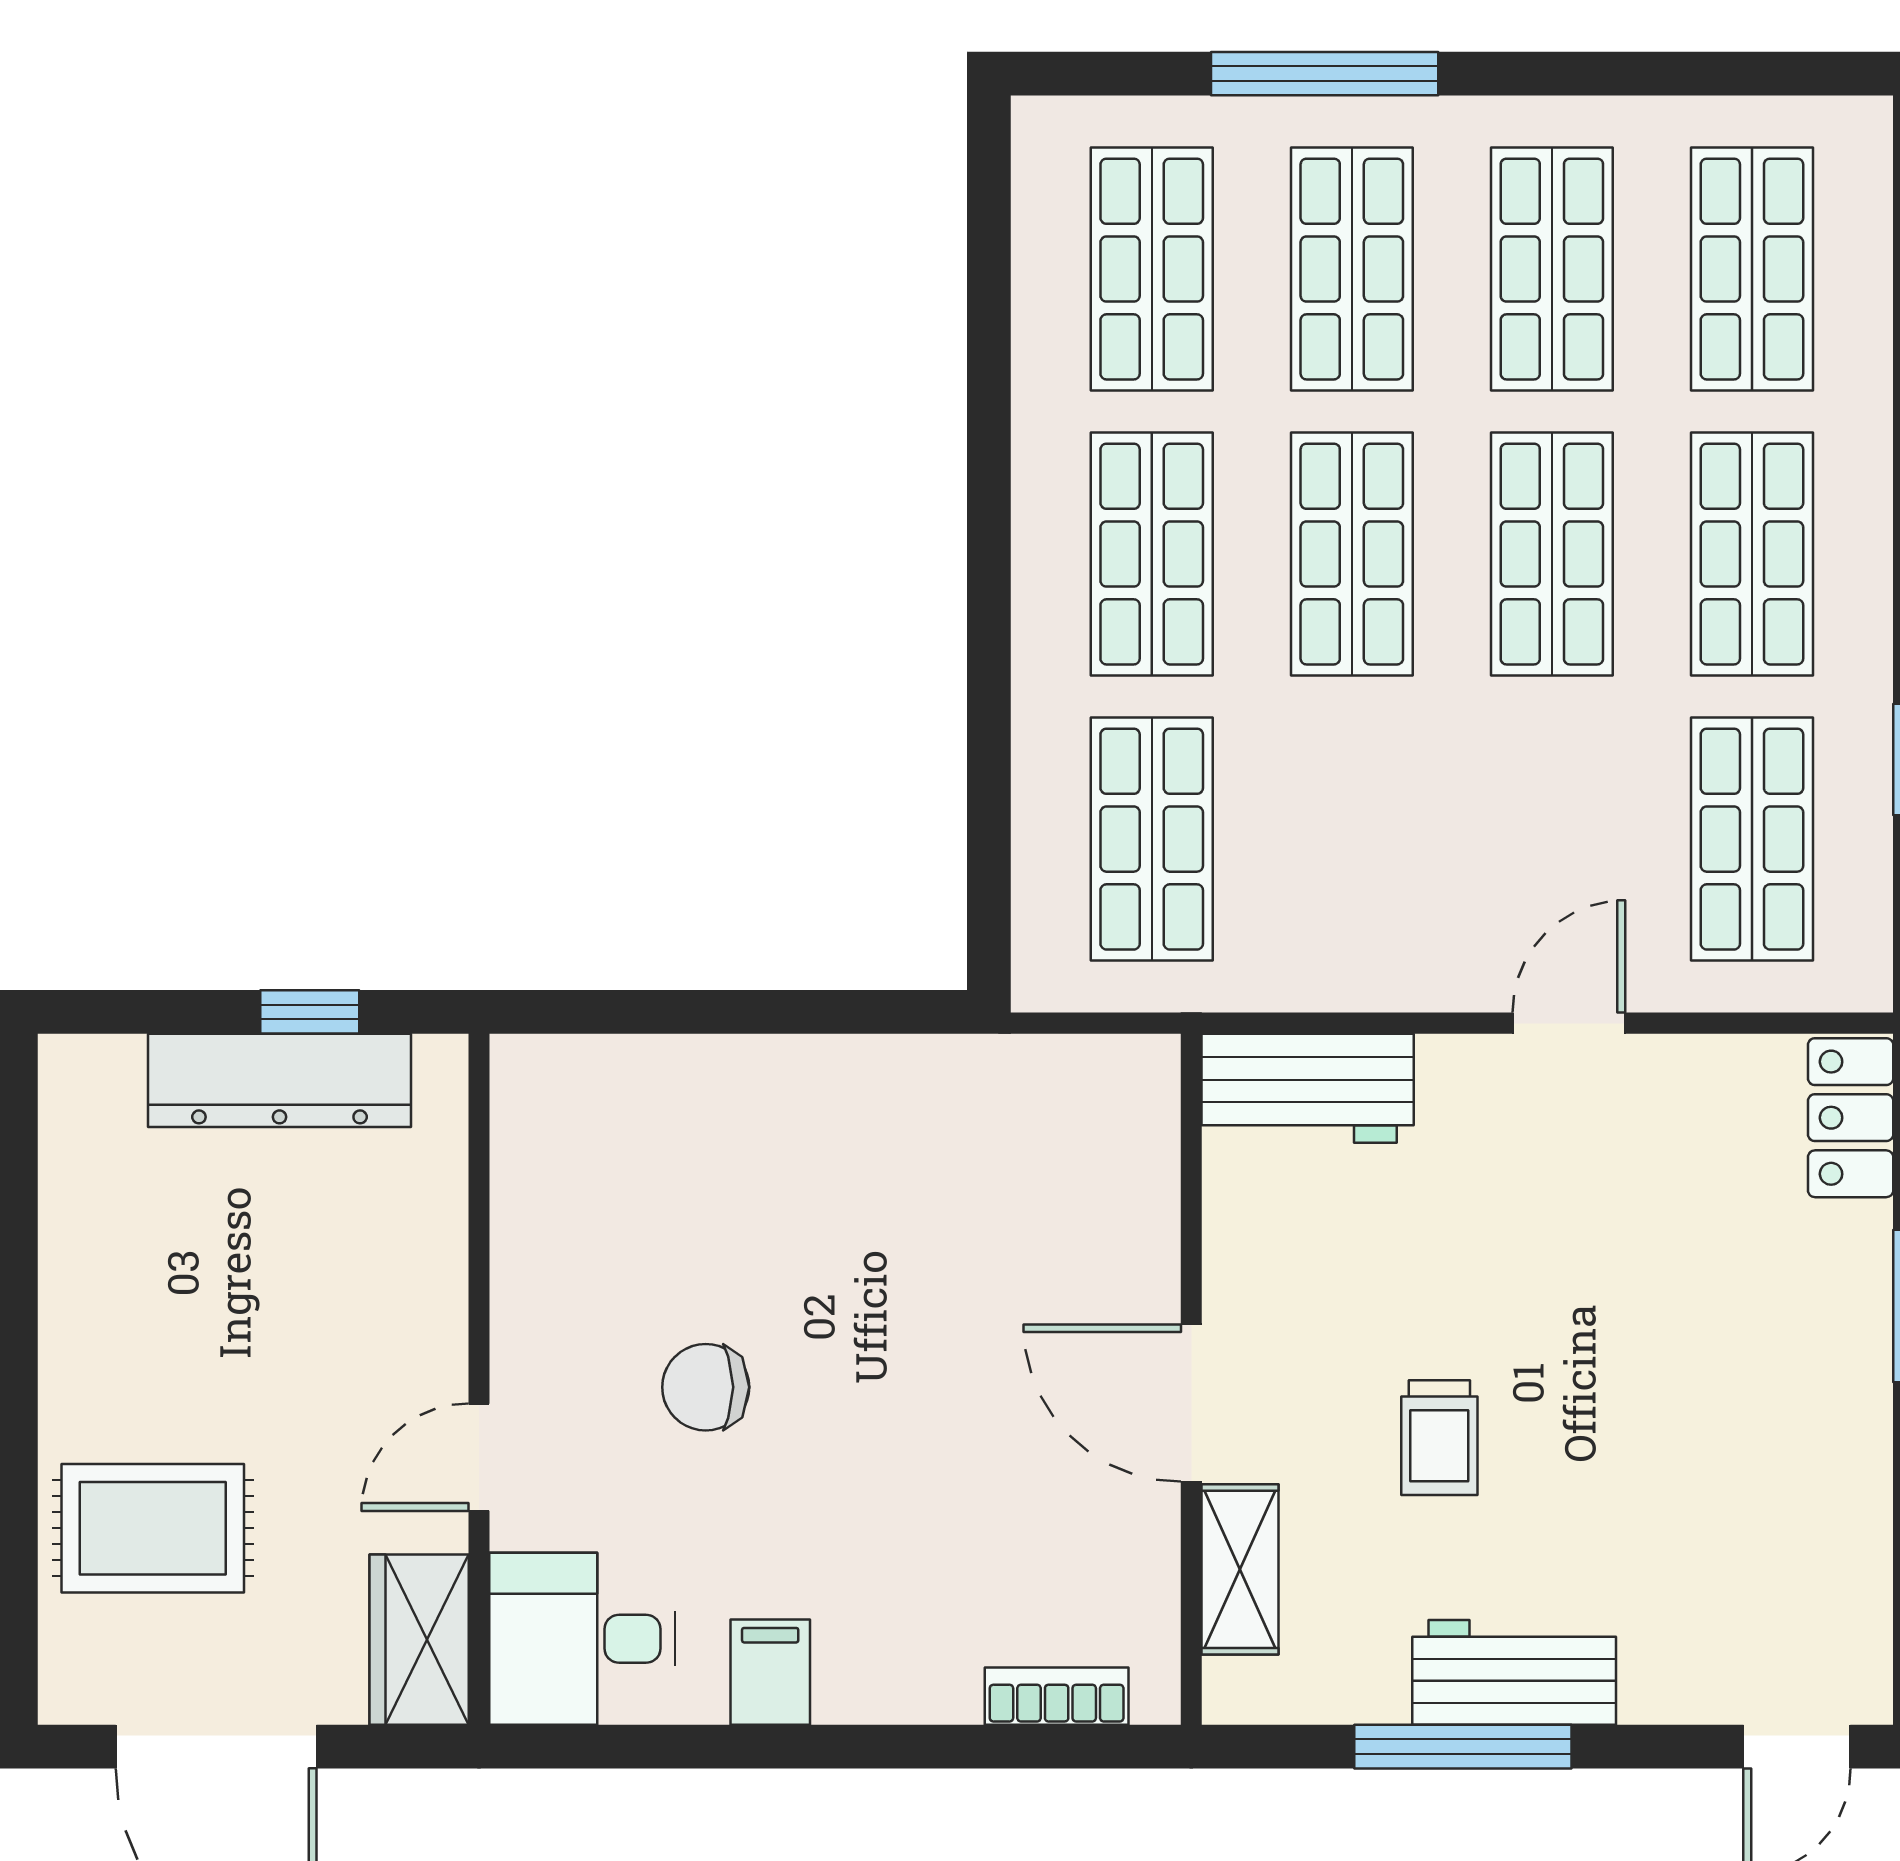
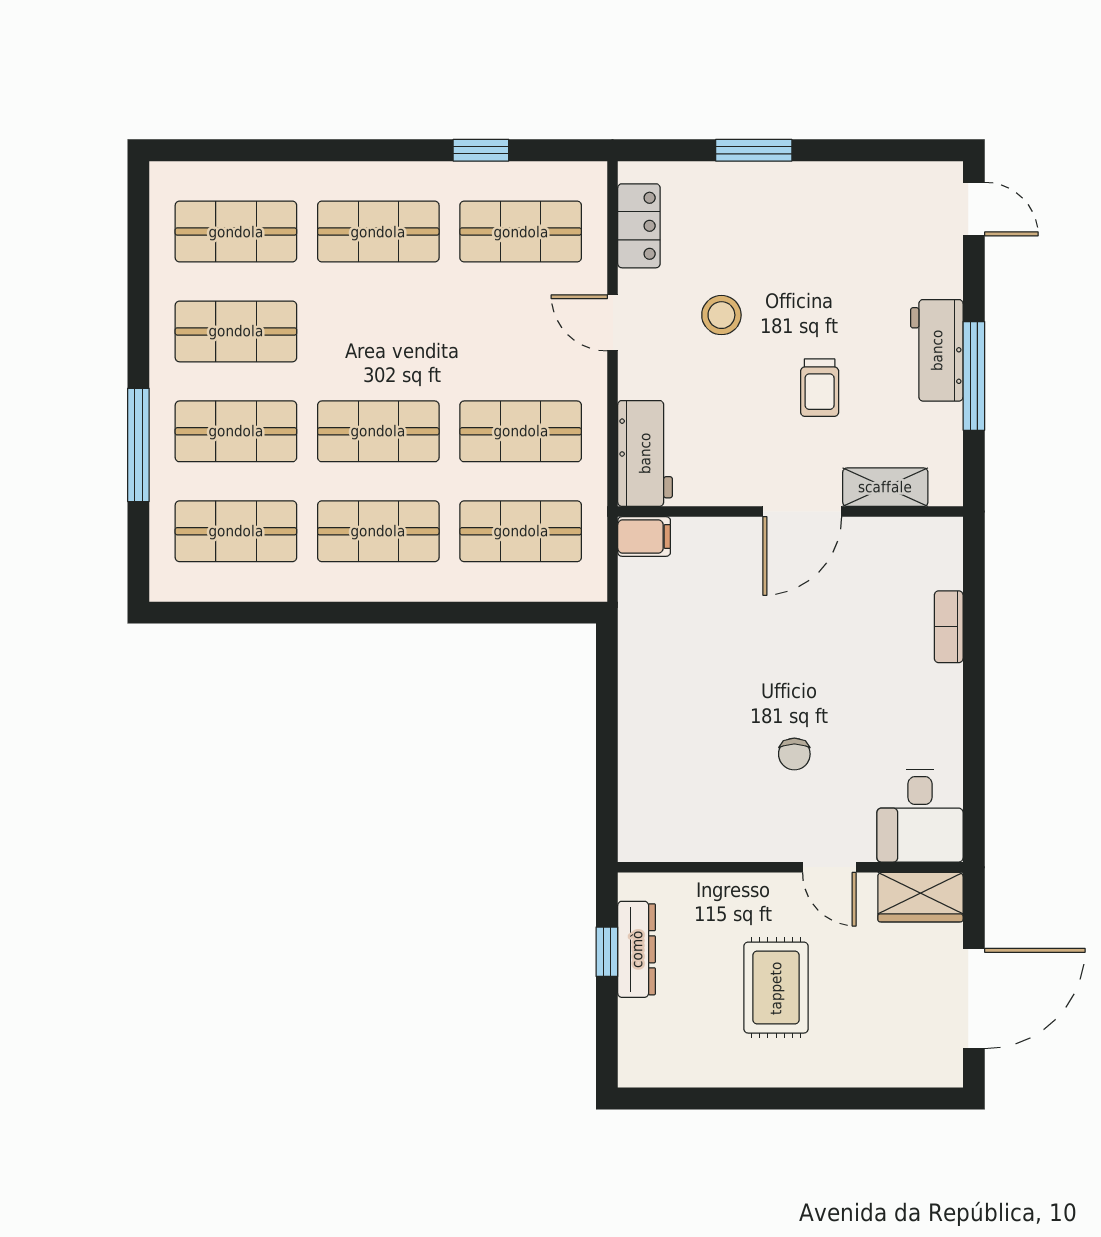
shop shelf: (1552, 554) -> (521, 431), moved
dresser: (280, 1080) -> (637, 949), width x0.73, depth x0.80
locker: (1851, 1118) -> (639, 226), moved, turned -90
stool: (1585, 1241) -> (721, 315), added
chair: (706, 1387) -> (794, 754), width x0.73, depth x0.73
trolley: (1439, 1438) -> (820, 388), turned 90
rug: (153, 1528) -> (776, 988), moved
filing cabinet: (770, 1672) -> (644, 537), moved, turned 180
bookcase: (1057, 1696) -> (949, 627), moved

